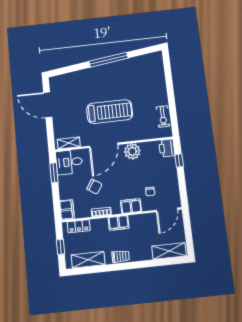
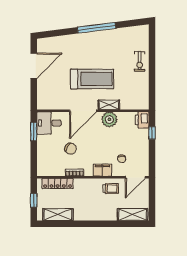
door: (48, 105) -> (34, 66), swing flipped
exercise bike: (163, 116) -> (140, 61), moved
shelving: (69, 143) -> (109, 105), moved
filing cabinet: (67, 210) -> (43, 167), removed
filing cabinet: (119, 223) -> (89, 184), removed
locker: (79, 226) -> (58, 183), width x1.53
trolley: (121, 256) -> (111, 189), moved

